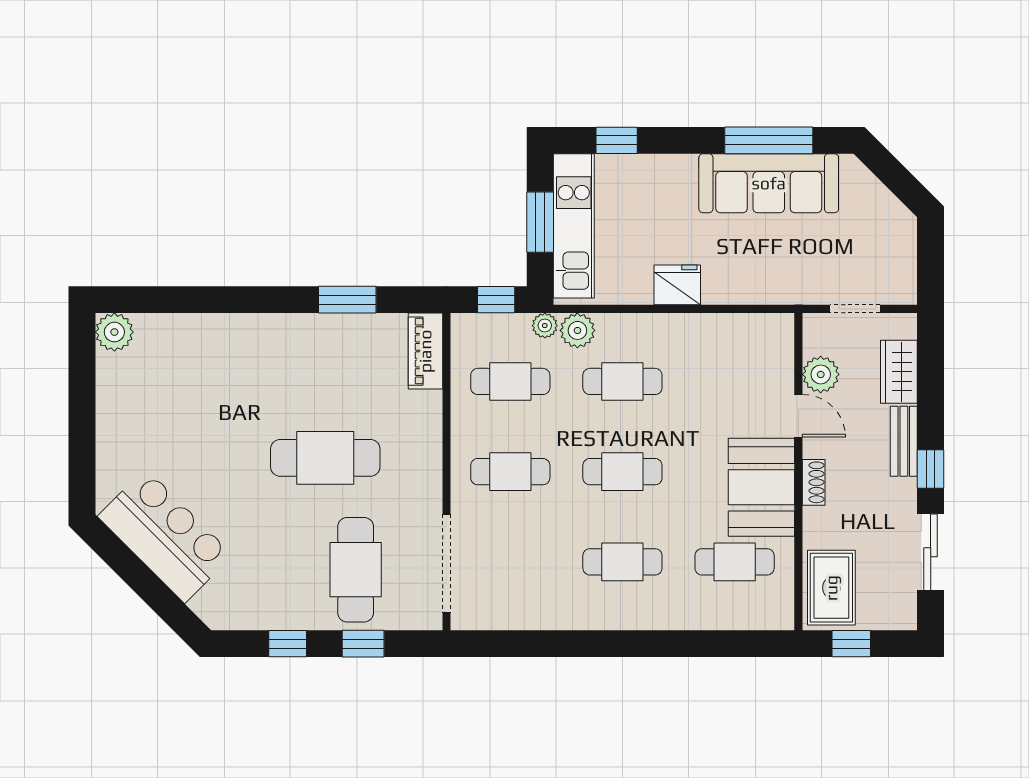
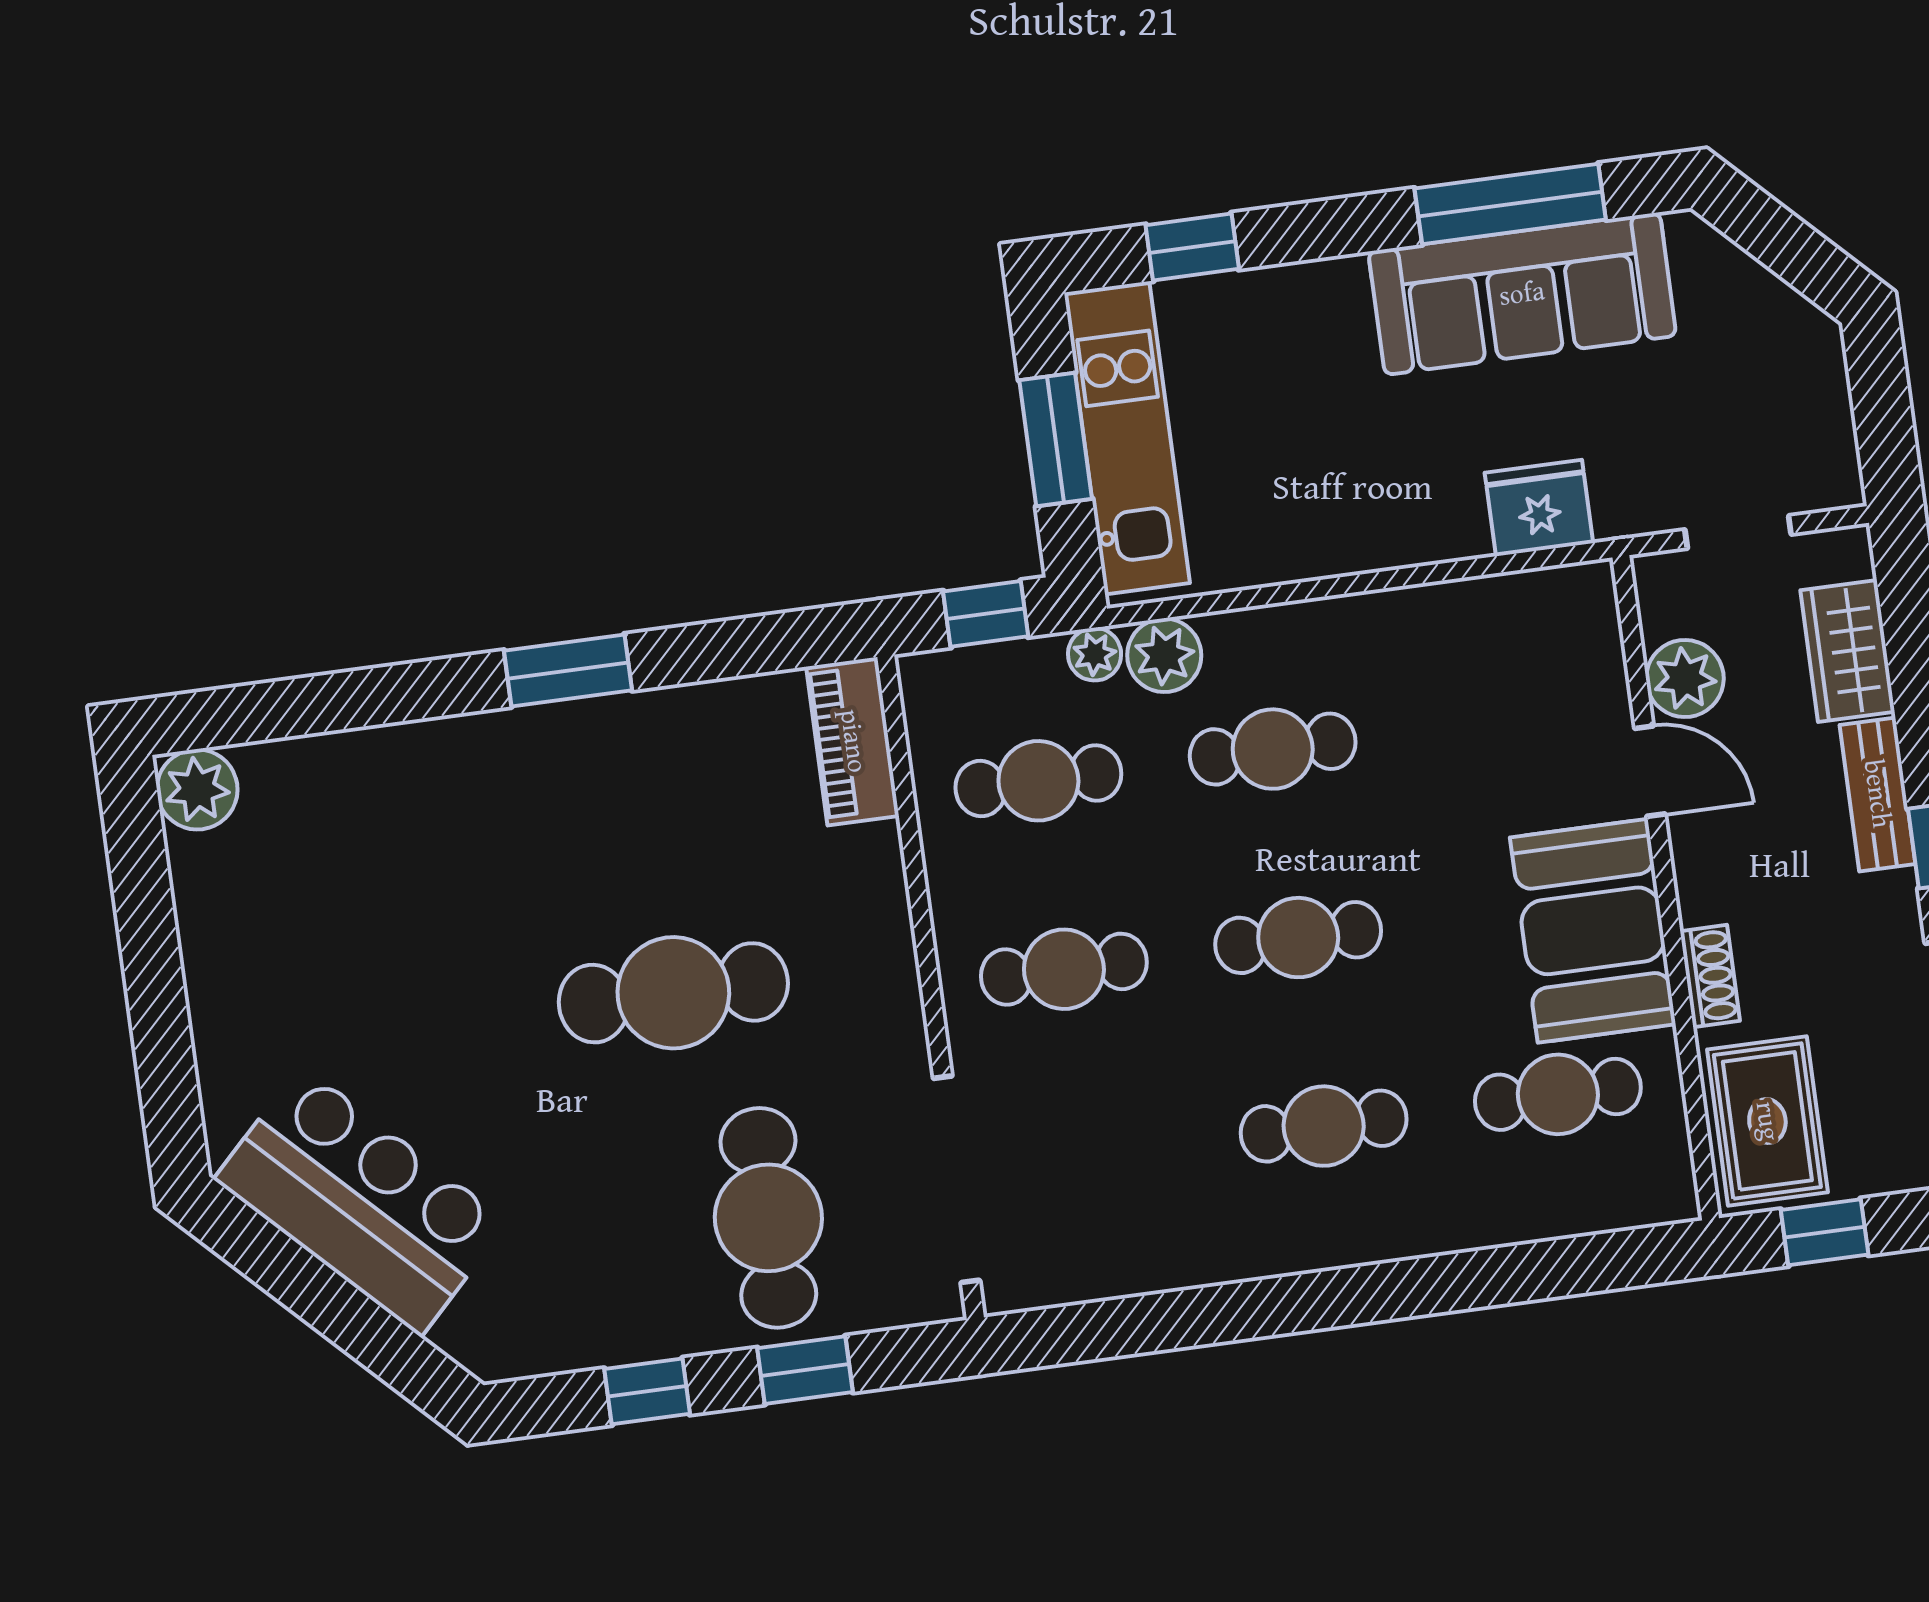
fridge: (677, 285) -> (1539, 508), moved
window: (347, 300) -> (568, 670), moved
shoe rack: (814, 482) -> (1710, 976), moved

